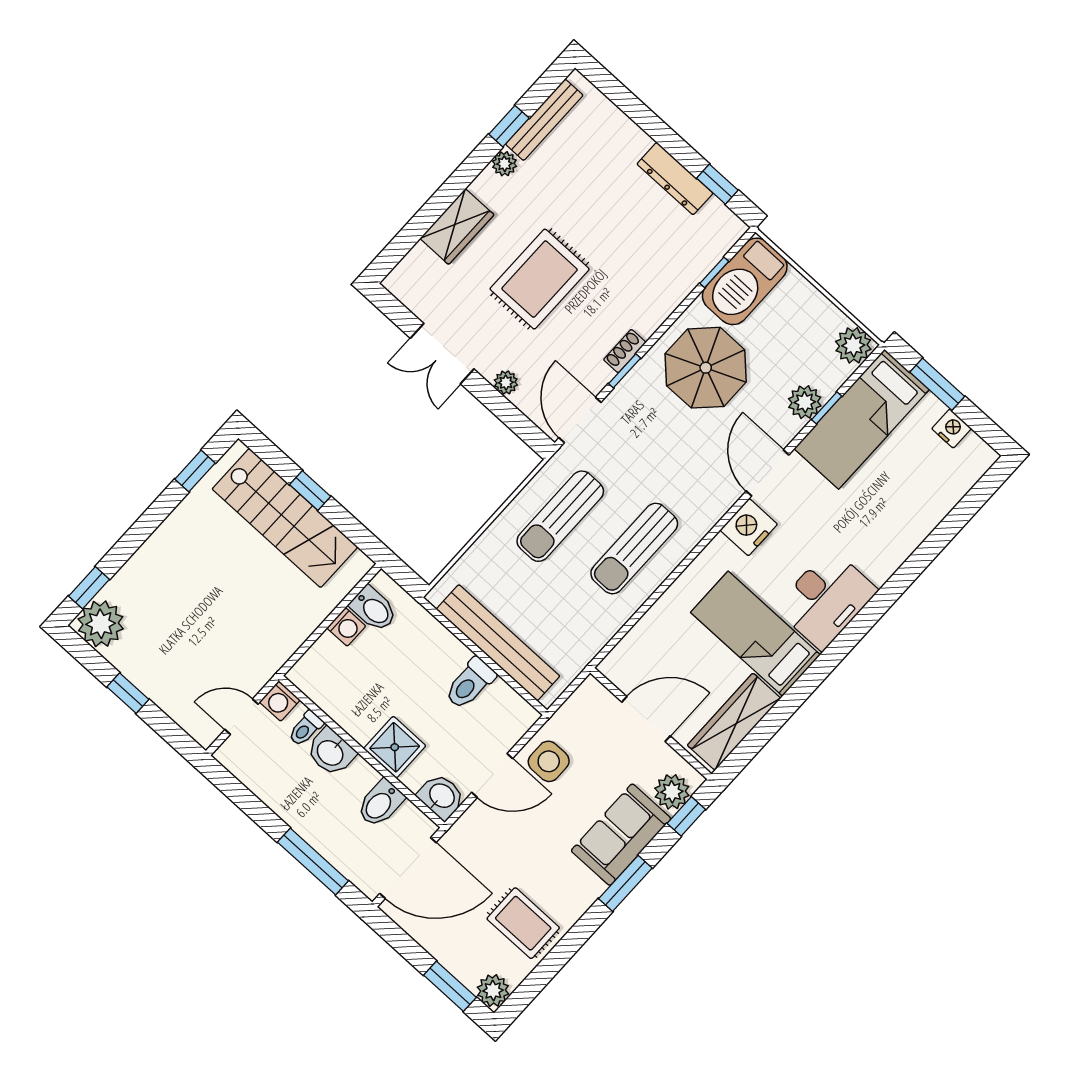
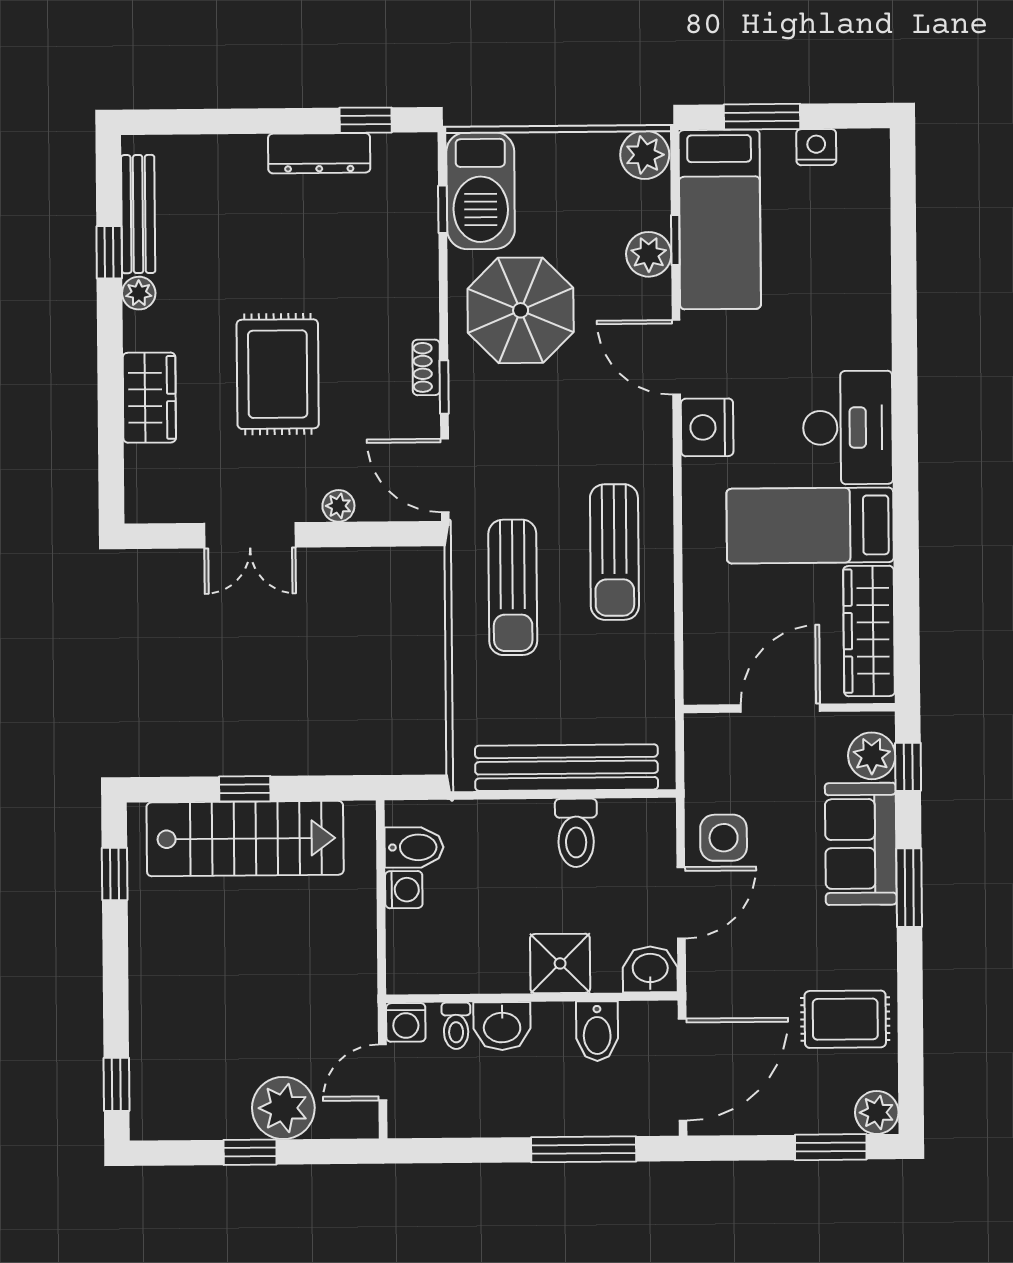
plant: (101, 624) -> (283, 1108), moved

